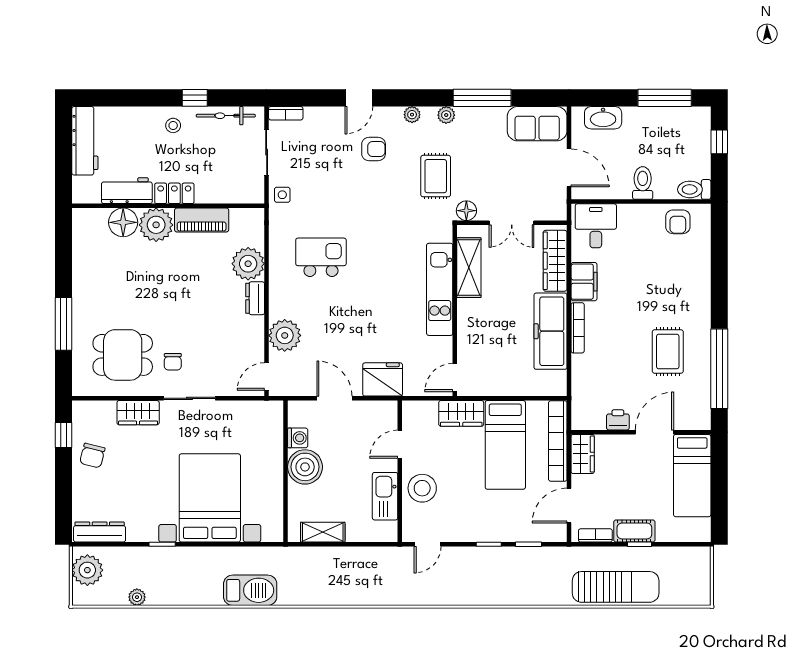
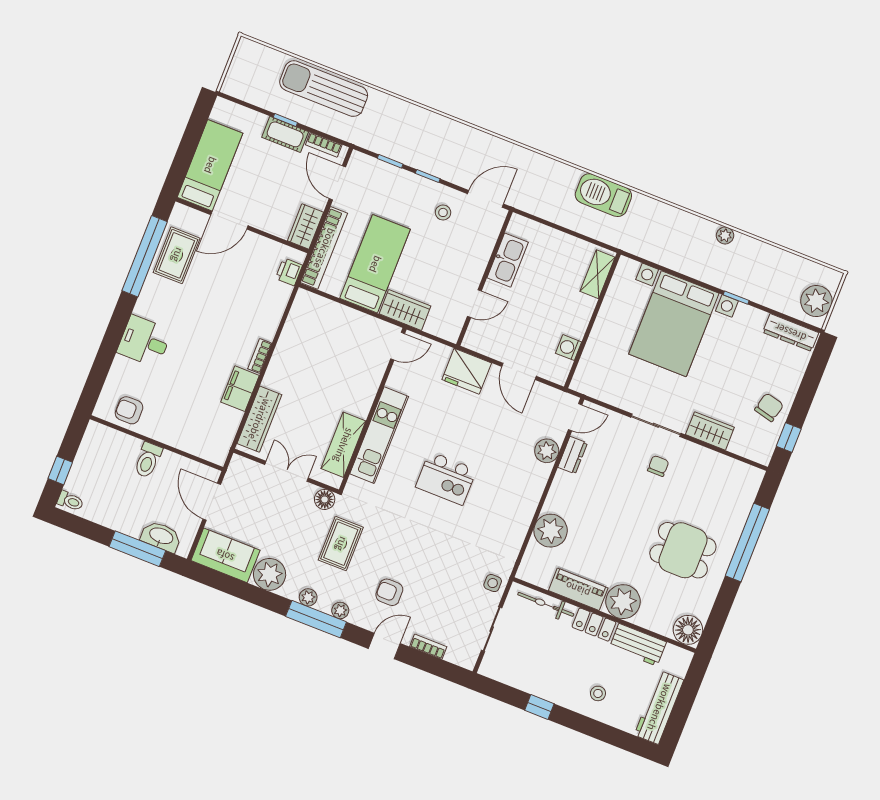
window: (482, 98) -> (316, 619), moved
window: (665, 98) -> (137, 549), moved
bookcase: (286, 113) -> (428, 647), moved
bicycle: (226, 116) -> (546, 604), moved, turned 180
plant: (490, 122) -> (270, 574), added
stool: (173, 125) -> (598, 693), moved
toilet: (694, 189) -> (70, 501), moved, width x0.73, depth x0.72
floor lamp: (123, 222) -> (688, 630), moved
armchair: (678, 222) -> (129, 410), turned -90
desk: (596, 226) -> (144, 341), moved, turned 90
kitchen island: (321, 257) -> (446, 478), moved
dresser: (255, 298) -> (573, 455), moved
window: (64, 324) -> (747, 543), width x1.46
bookcase: (578, 328) -> (260, 356), width x0.64
freezer: (550, 331) -> (290, 354), removed
plant: (285, 335) -> (547, 451), width x0.73, depth x0.73
rug: (668, 352) -> (177, 255), moved
dining table: (123, 355) -> (683, 550), moved
printer: (618, 420) -> (289, 272), moved, turned 90
boiler: (305, 467) -> (572, 317), removed
stool: (422, 488) -> (443, 212), moved, width x0.53, depth x0.53
door: (569, 506) -> (337, 183), swing flipped
shelving: (323, 532) -> (597, 274), moved, turned 90
door: (428, 544) -> (485, 199), width x1.38
barbecue: (250, 590) -> (603, 195), moved
plant: (137, 597) -> (725, 235), moved

